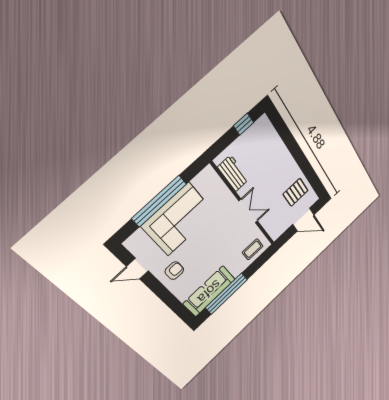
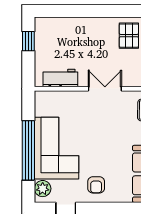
plant: (138, 239) -> (43, 189), added
armchair: (174, 271) -> (96, 185), turned 180

